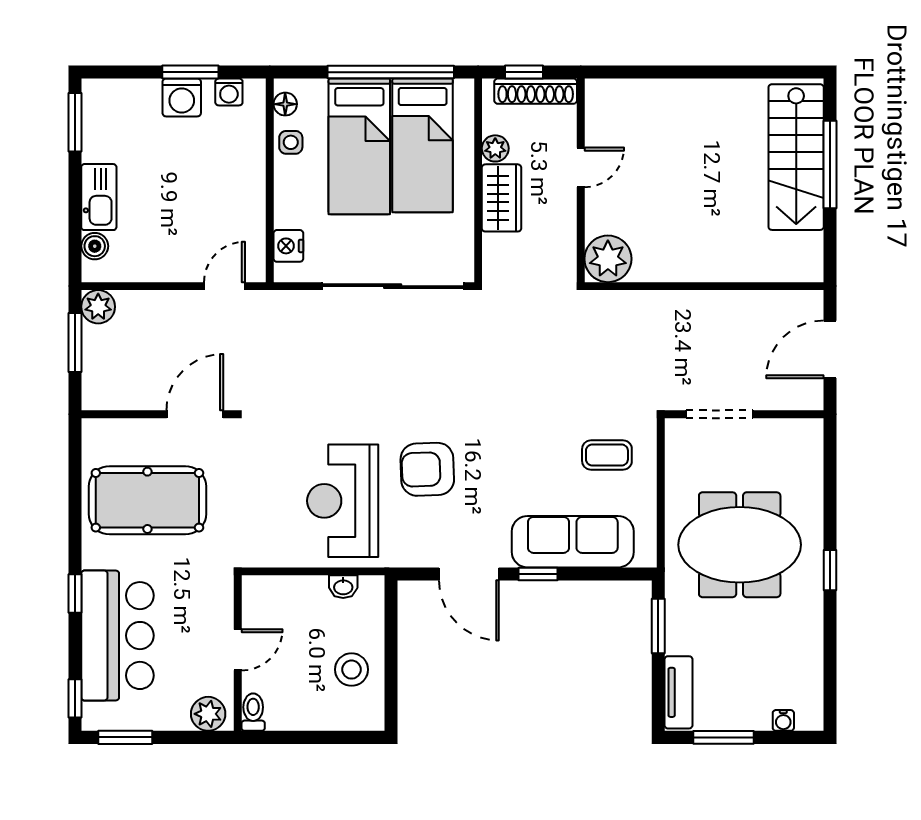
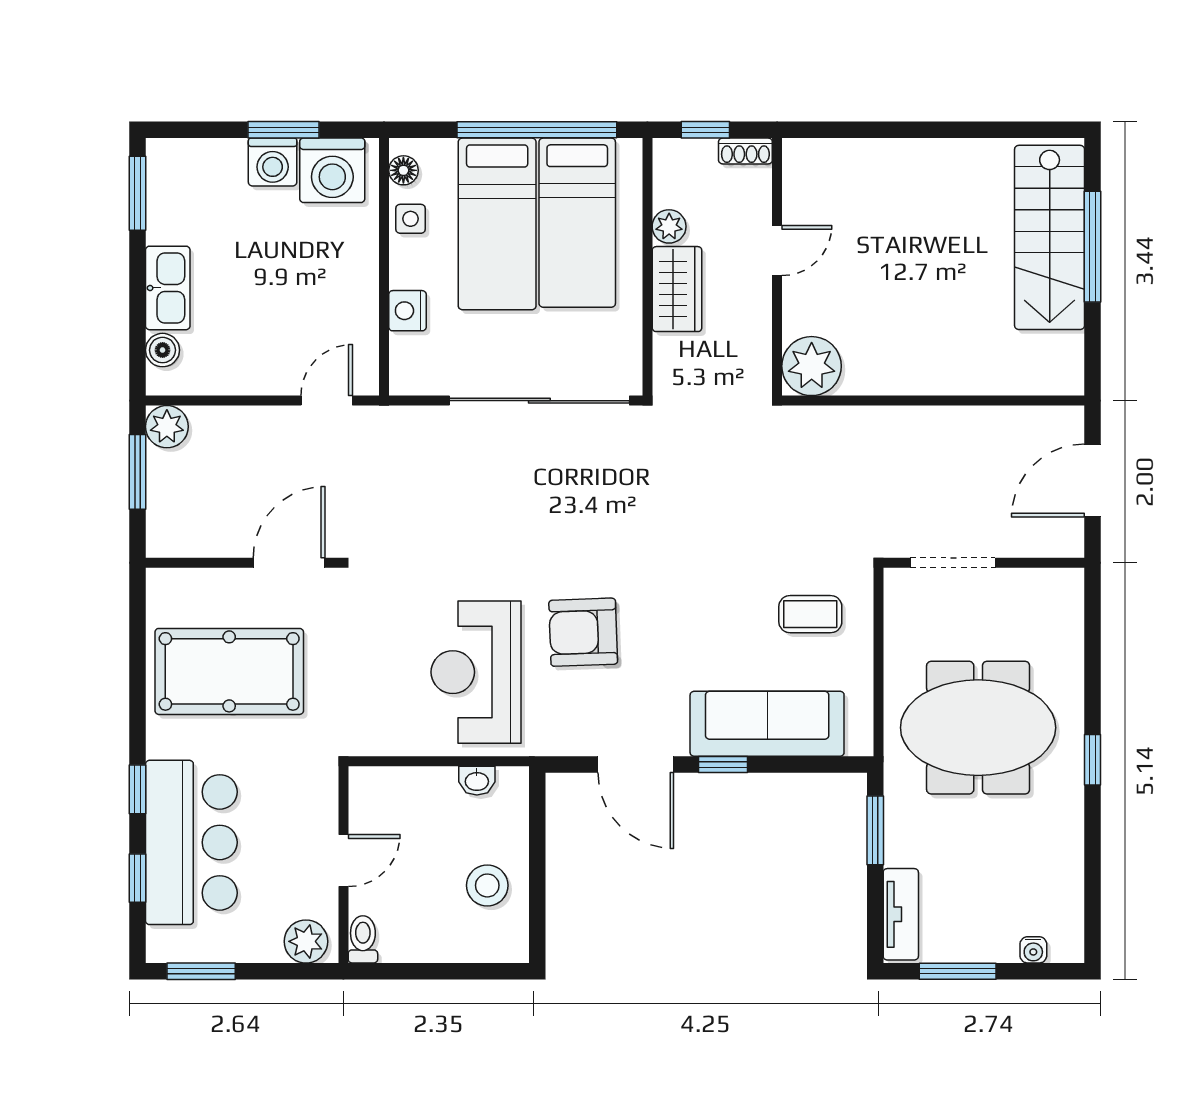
shoe rack: (536, 91) -> (745, 151), width x0.51, depth x0.81
washing machine: (229, 92) -> (332, 170), width x1.89, depth x1.89
nightstand: (288, 246) -> (407, 311), moved
window: (75, 698) -> (138, 878), moved

